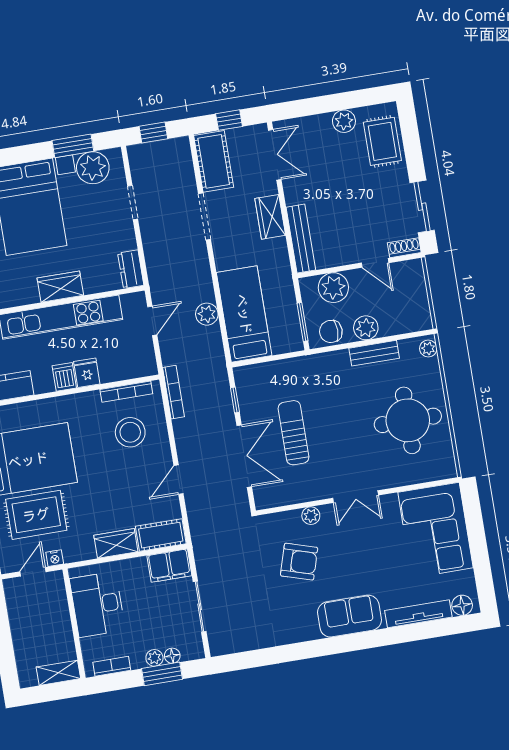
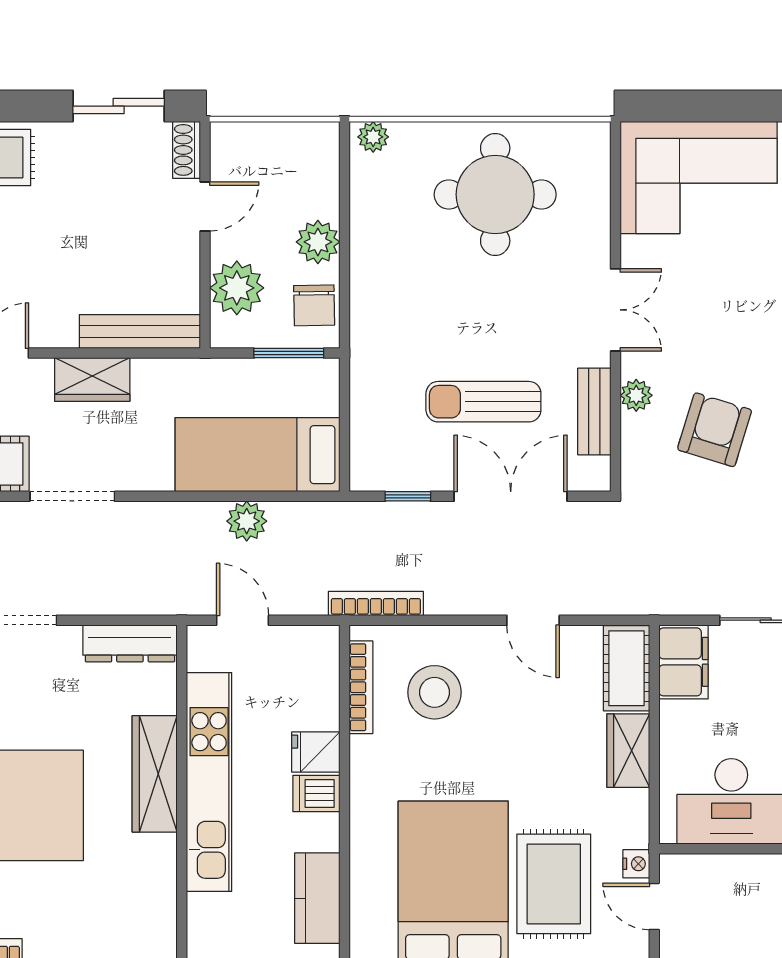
dresser: (131, 269) -> (130, 643), width x1.44
wardrobe: (60, 287) -> (155, 774), width x1.50
bench: (374, 353) -> (594, 412), moved

